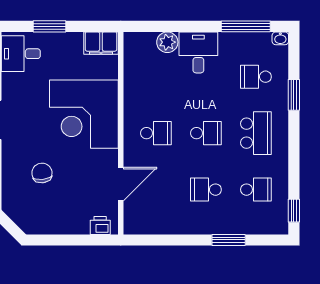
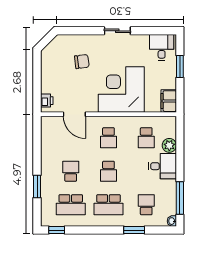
school desk: (156, 77) -> (146, 138), added
school desk: (256, 190) -> (71, 205), width x1.85

